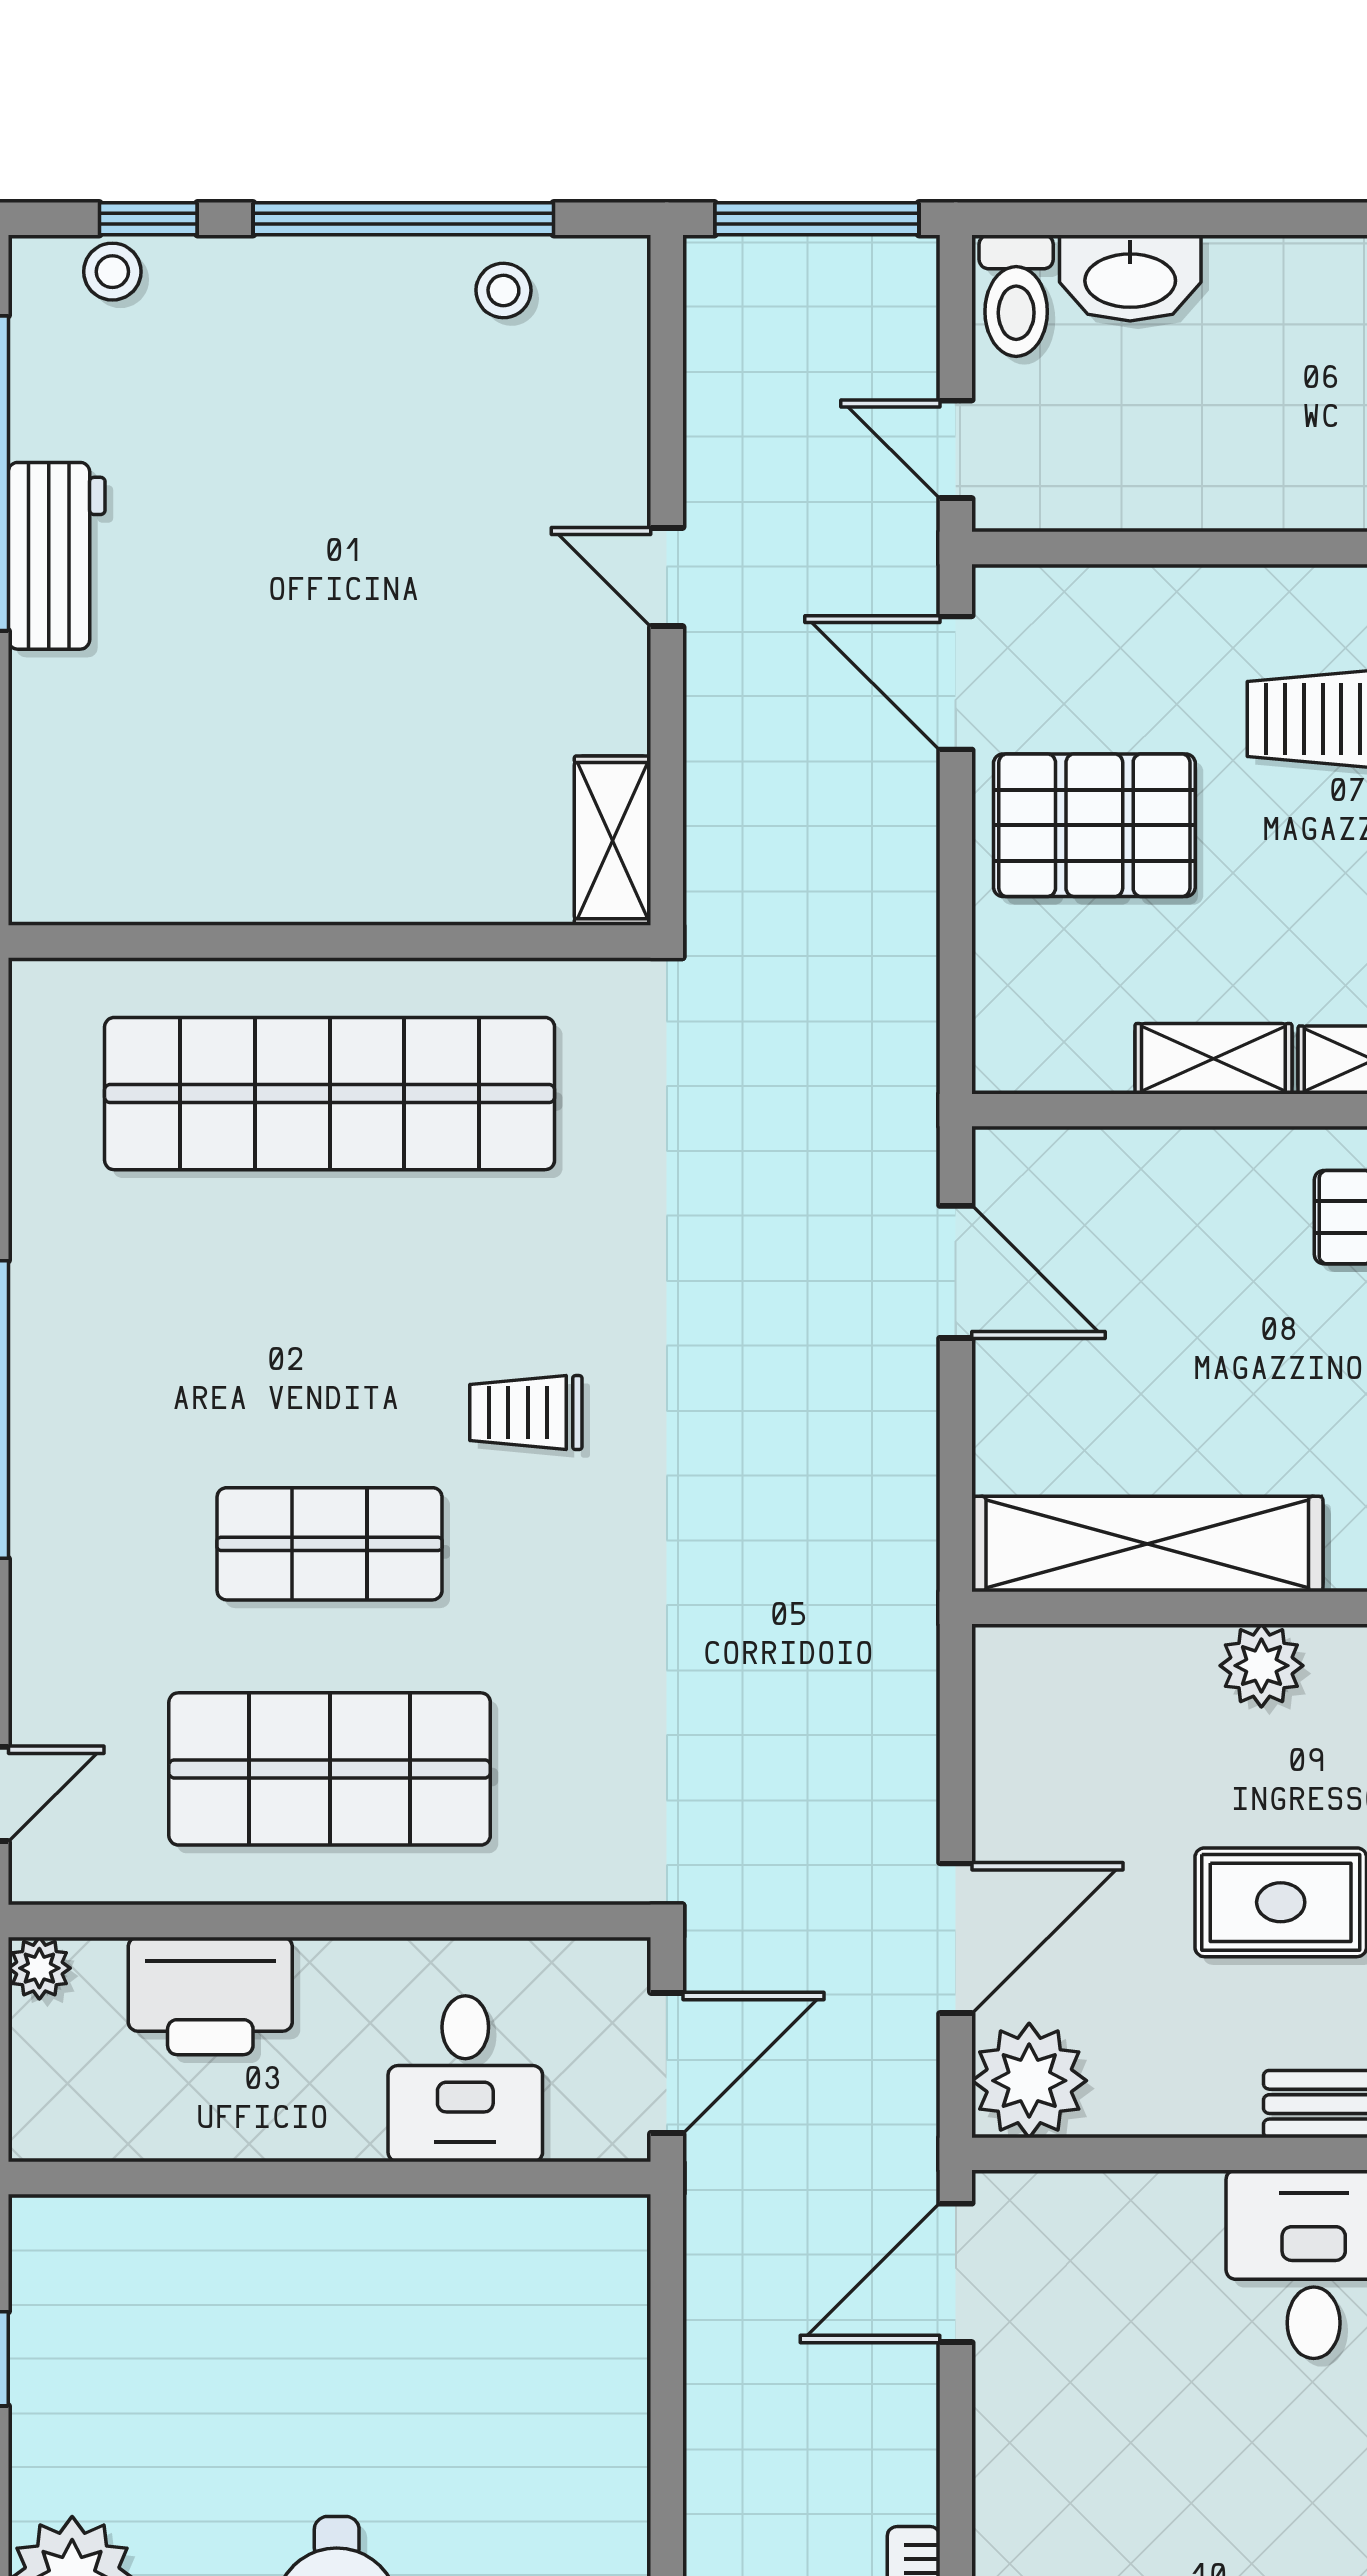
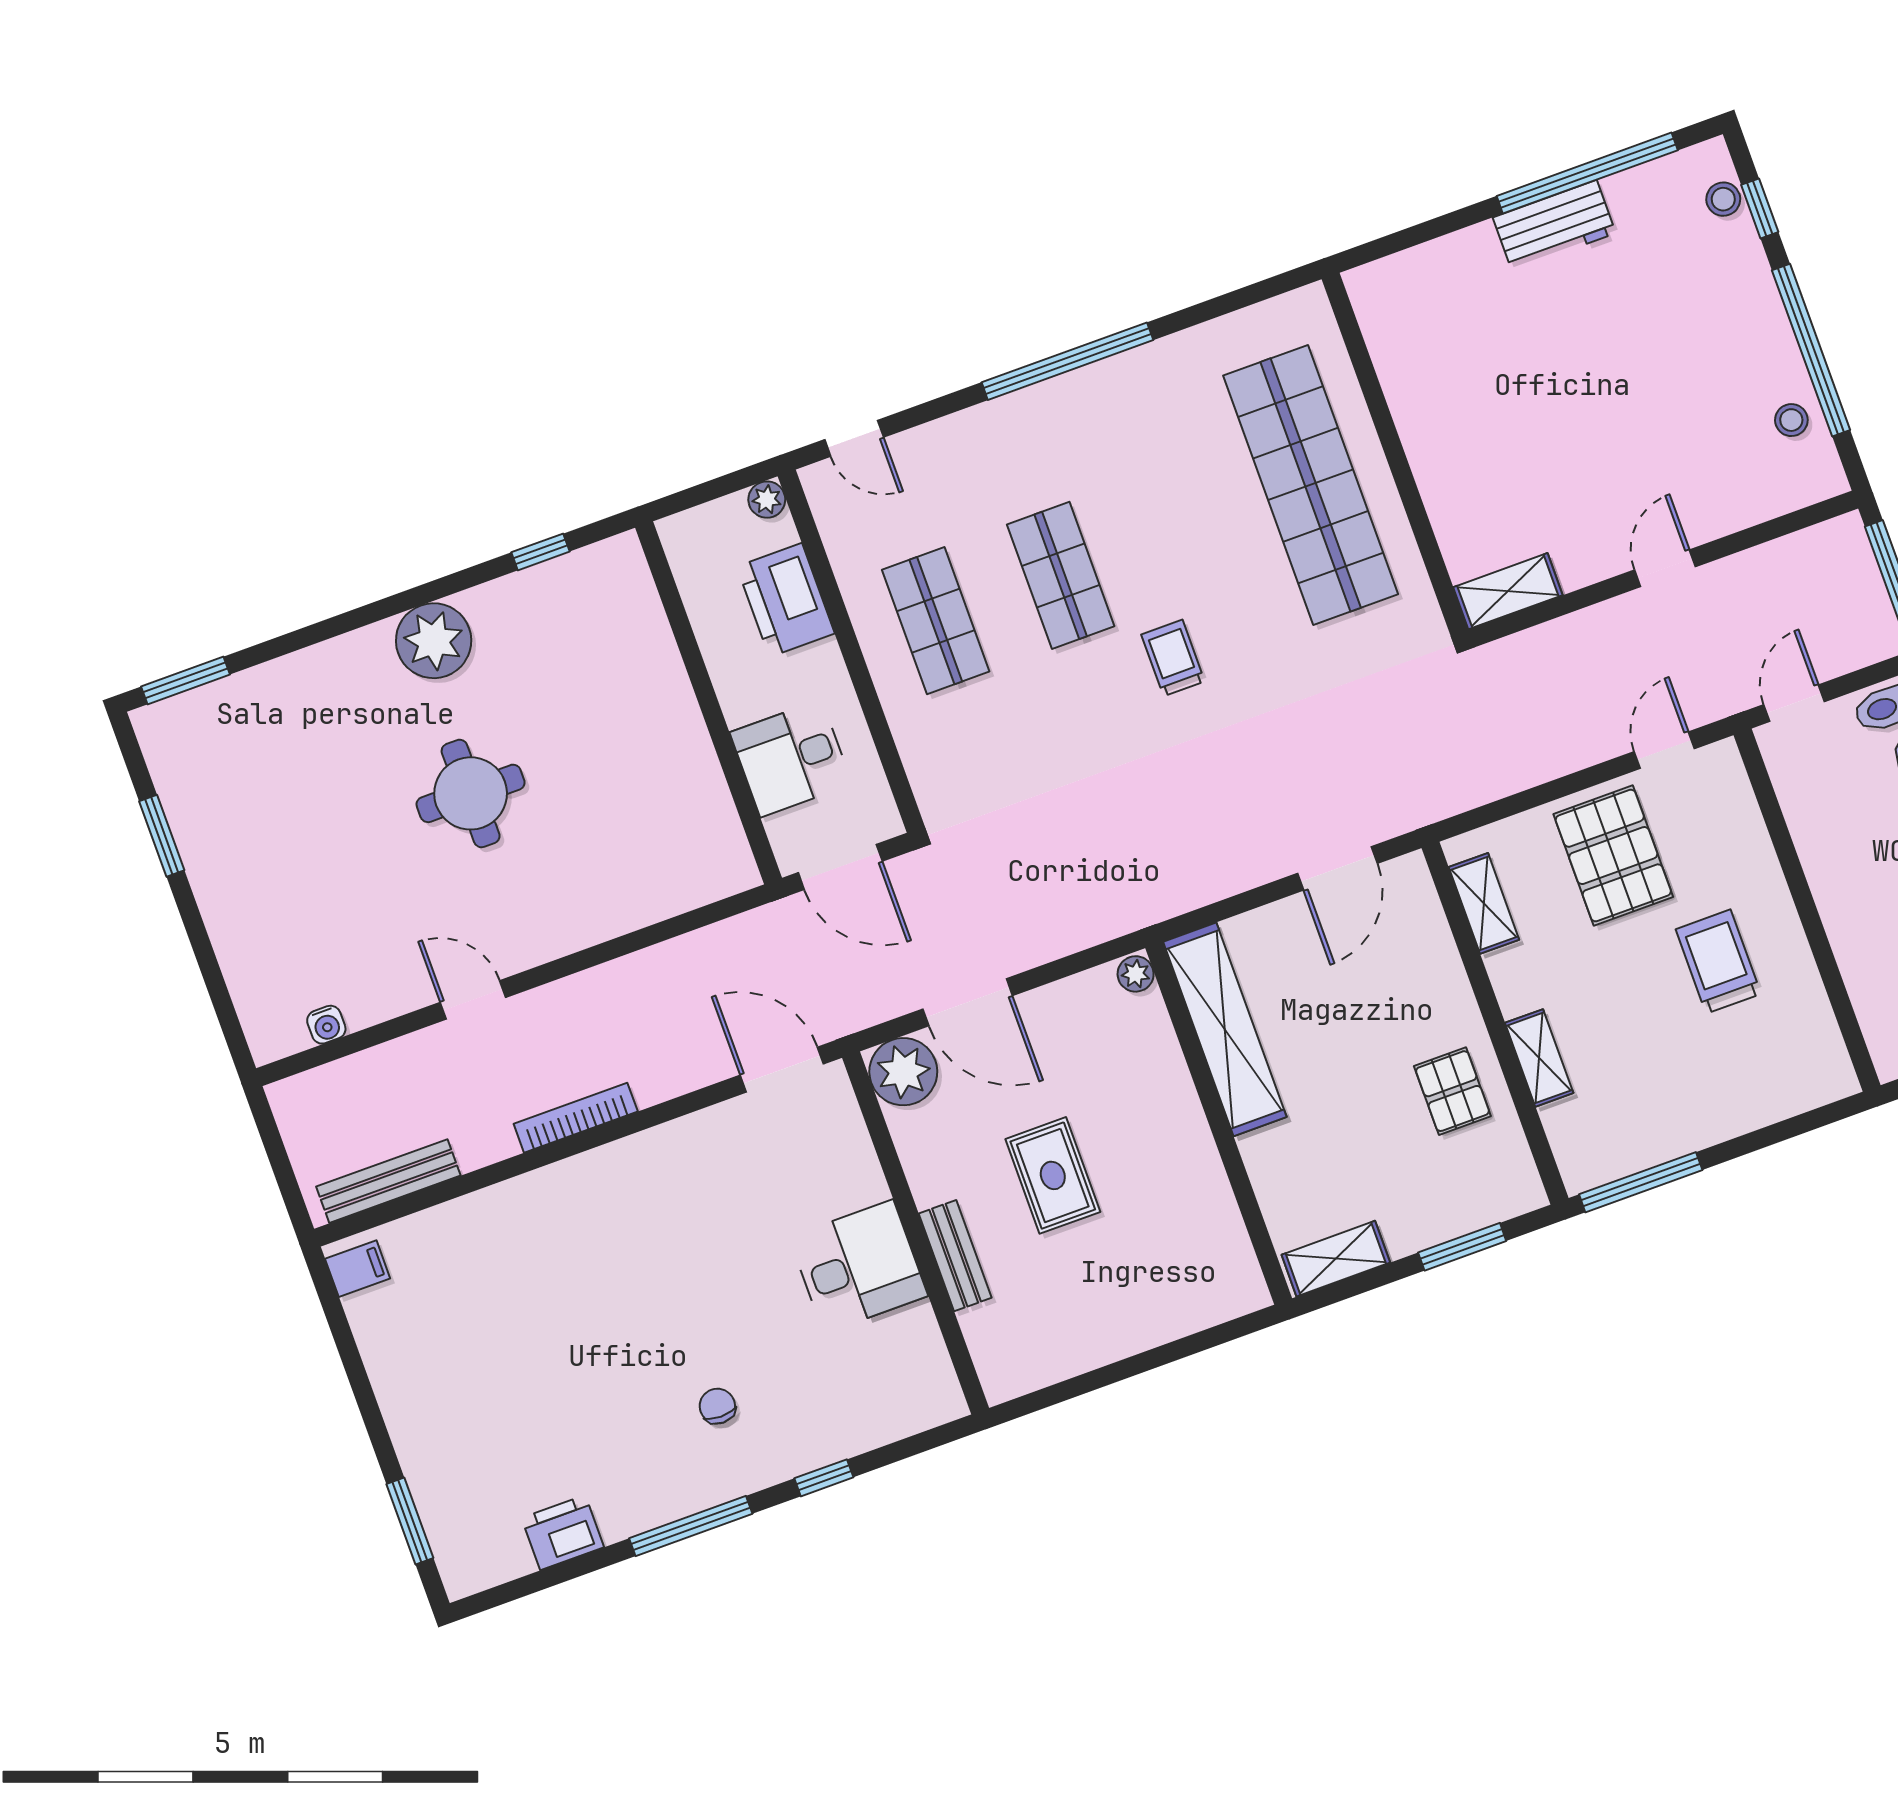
door: (956, 683) -> (1664, 750), width x0.73
shelving: (1213, 1059) -> (1484, 903), moved
plant: (1261, 1666) -> (1136, 974), moved, width x0.73, depth x0.73
shop shelf: (330, 1769) -> (936, 621), width x0.70, depth x0.74

